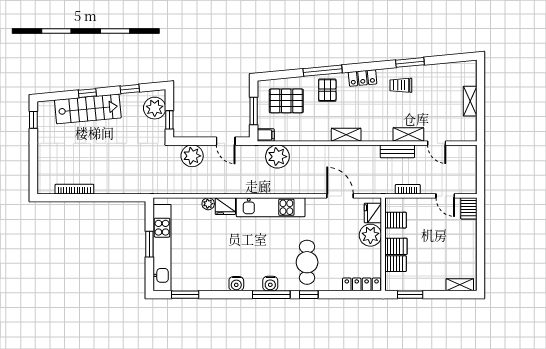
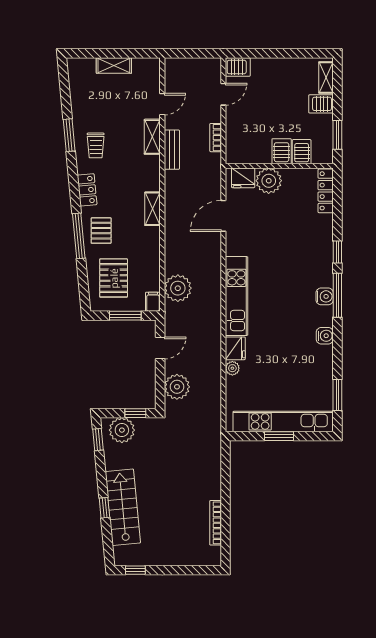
window: (130, 89) -> (98, 440), moved
pallet: (327, 90) -> (101, 231), turned 90
server rack: (396, 220) -> (321, 104), moved, turned -90
cafe table: (307, 262) -> (300, 254), removed

